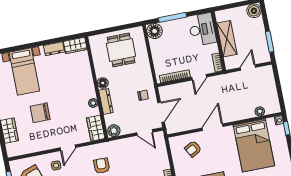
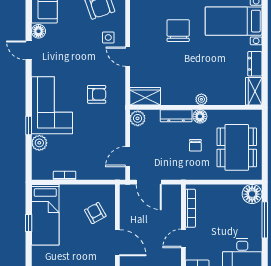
dining table: (121, 50) -> (237, 147), width x1.37
door: (199, 77) -> (183, 238), hinge flipped
chair: (143, 95) -> (195, 145), moved
plant: (93, 103) -> (201, 99), moved

